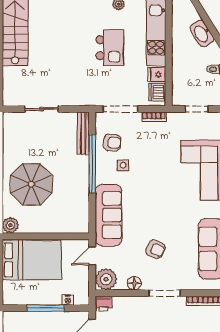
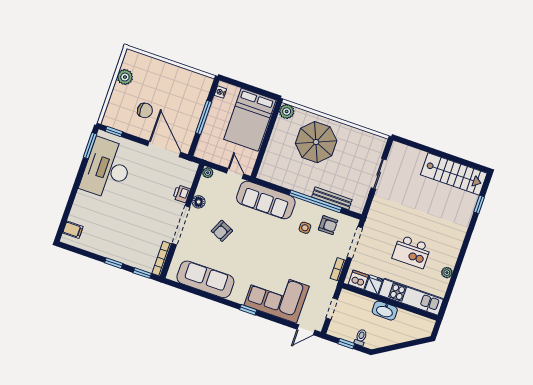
washbasin: (202, 33) -> (385, 311), moved, turned -148
bench: (83, 133) -> (332, 198), moved
armchair: (112, 143) -> (328, 225), turned -94
plant: (106, 279) -> (208, 173), width x0.53, depth x0.53
doorway: (164, 293) -> (181, 225), width x1.36
nightstand: (68, 300) -> (220, 92), moved
printer: (103, 304) -> (182, 194), moved

